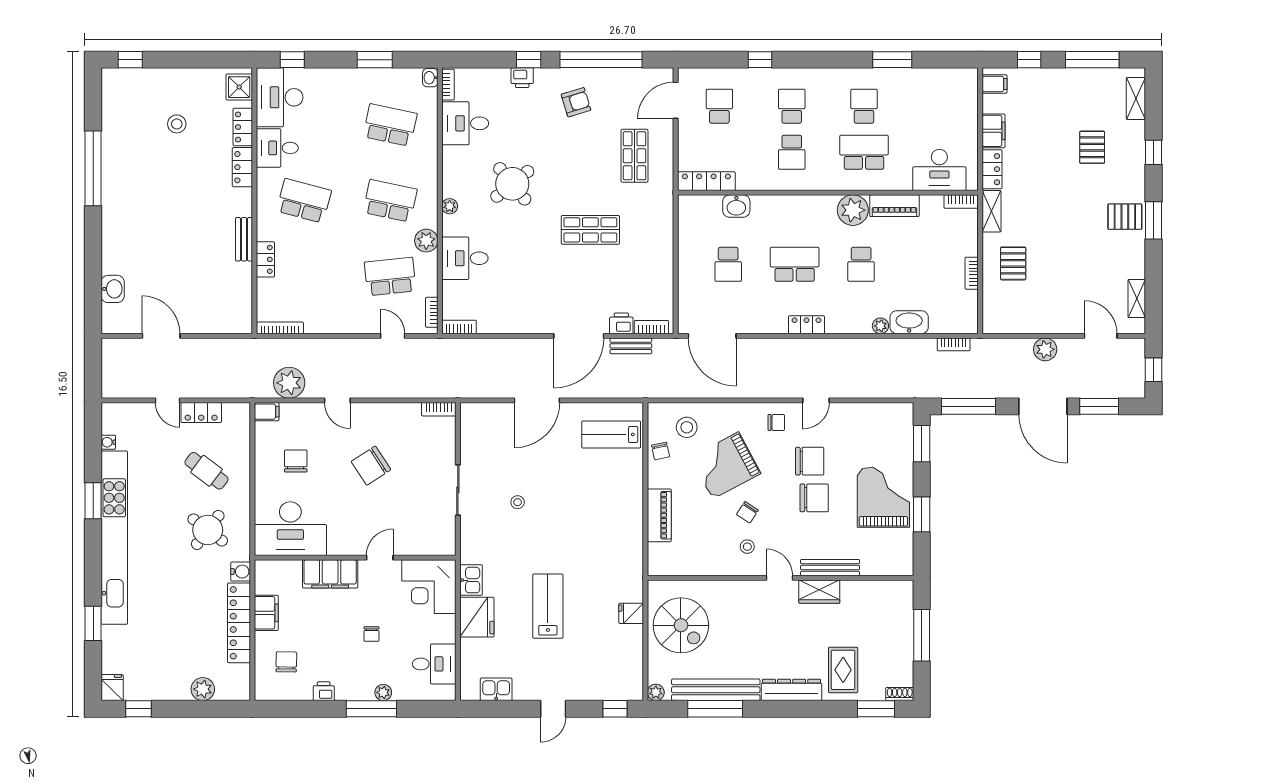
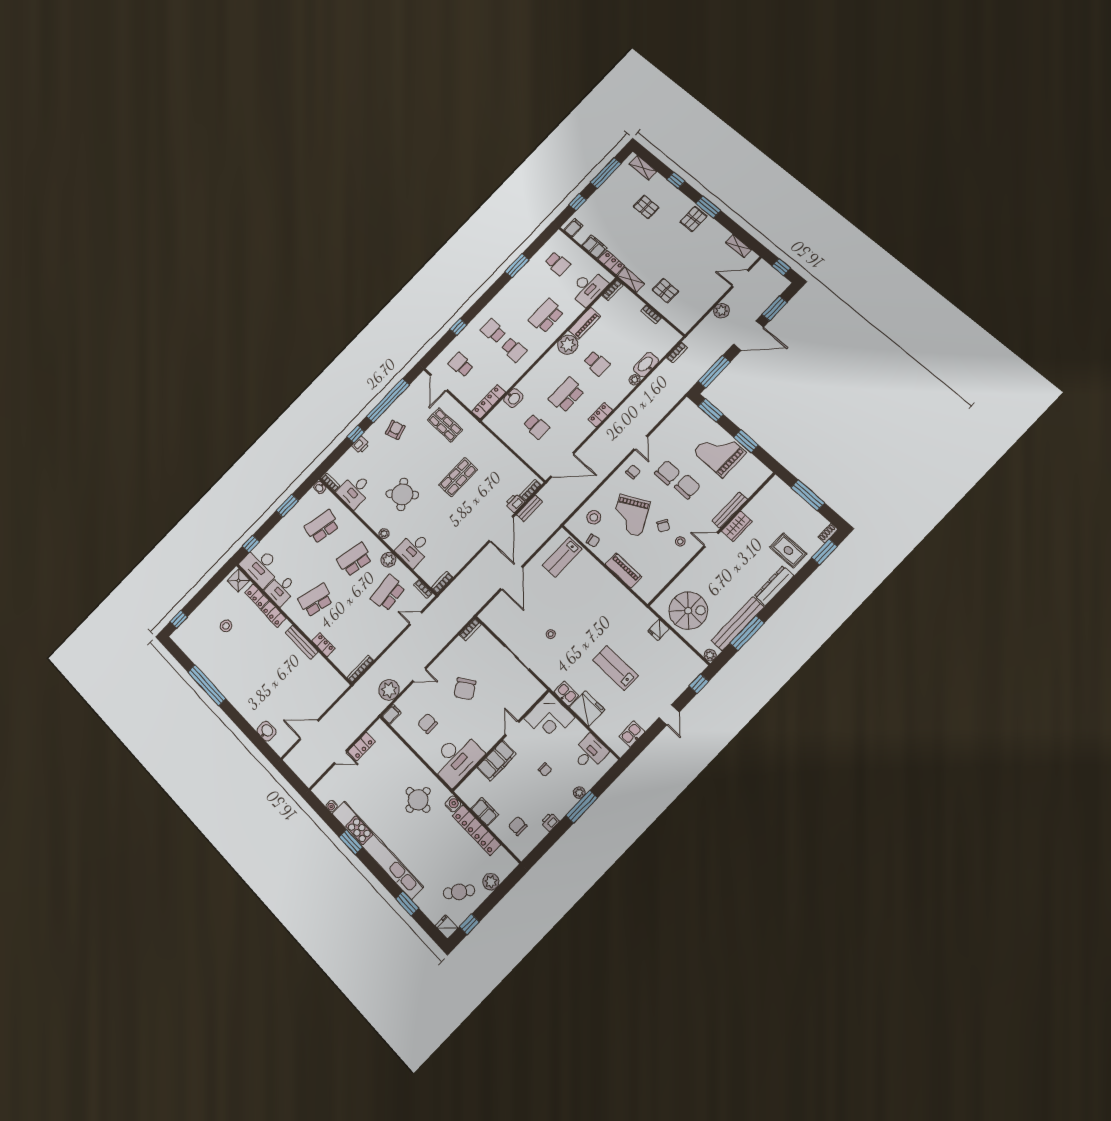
school desk: (864, 106) -> (558, 264), moved, turned 180
bench: (244, 239) -> (302, 642), width x1.36
cafe table: (206, 471) -> (459, 892), moved
round table: (208, 530) -> (418, 800), turned -37

